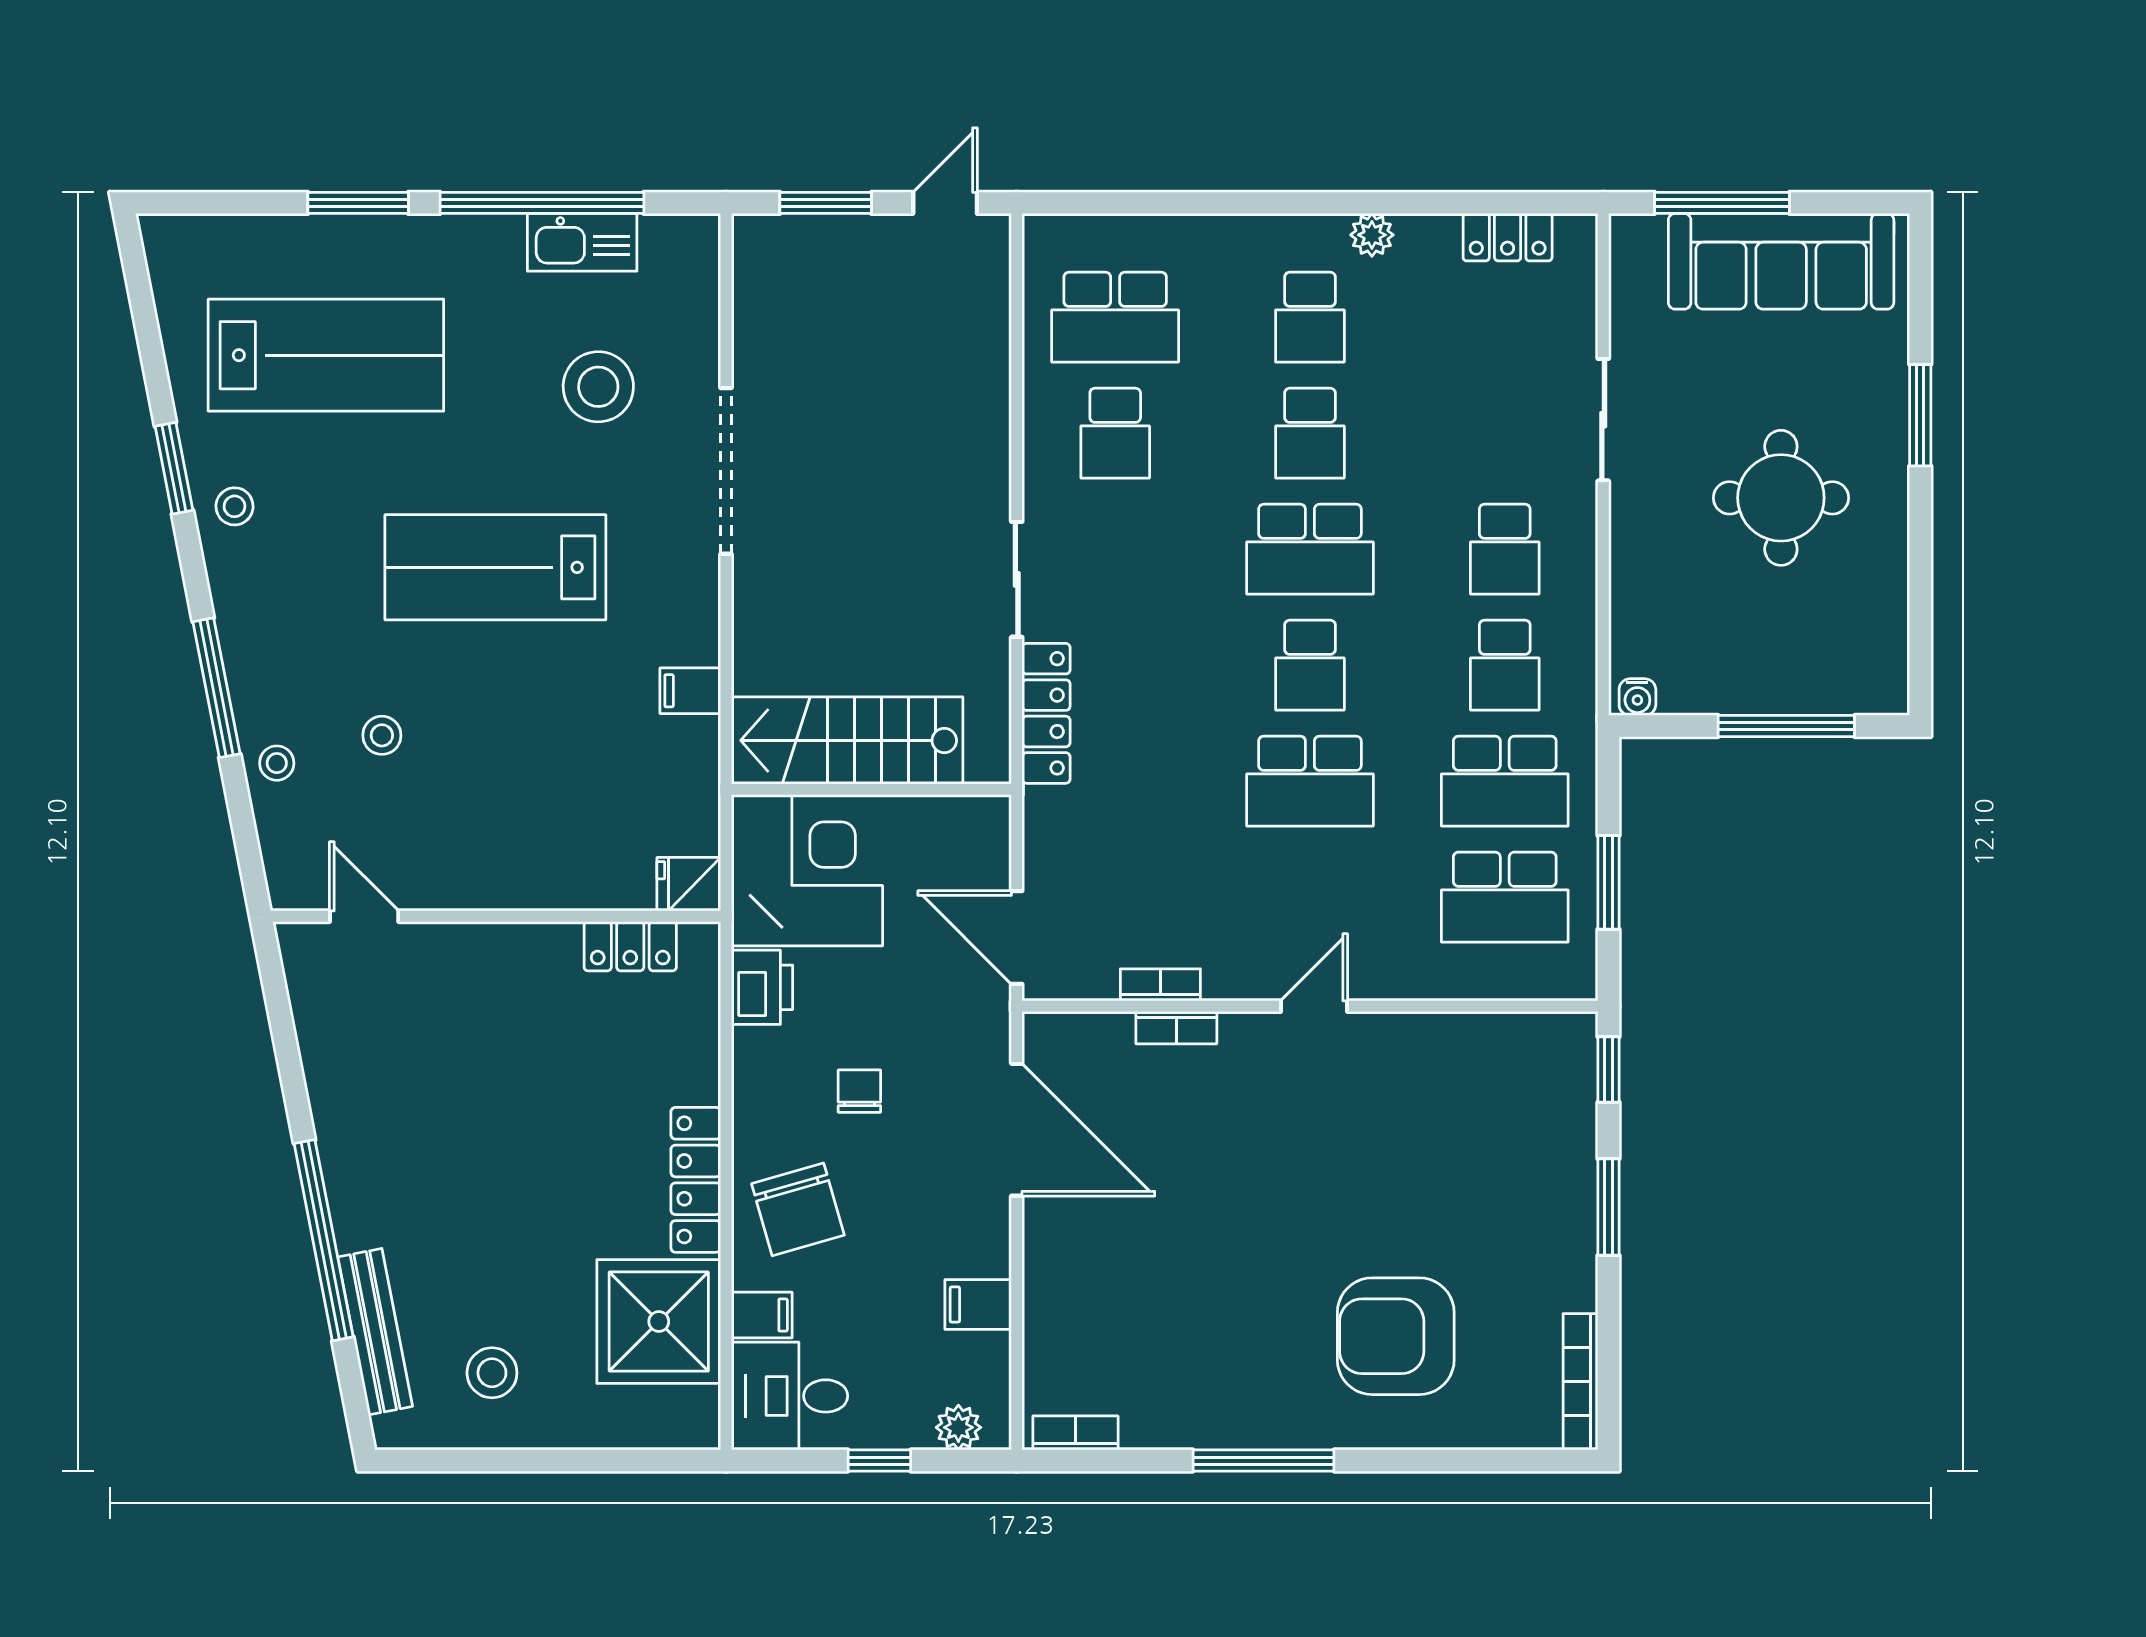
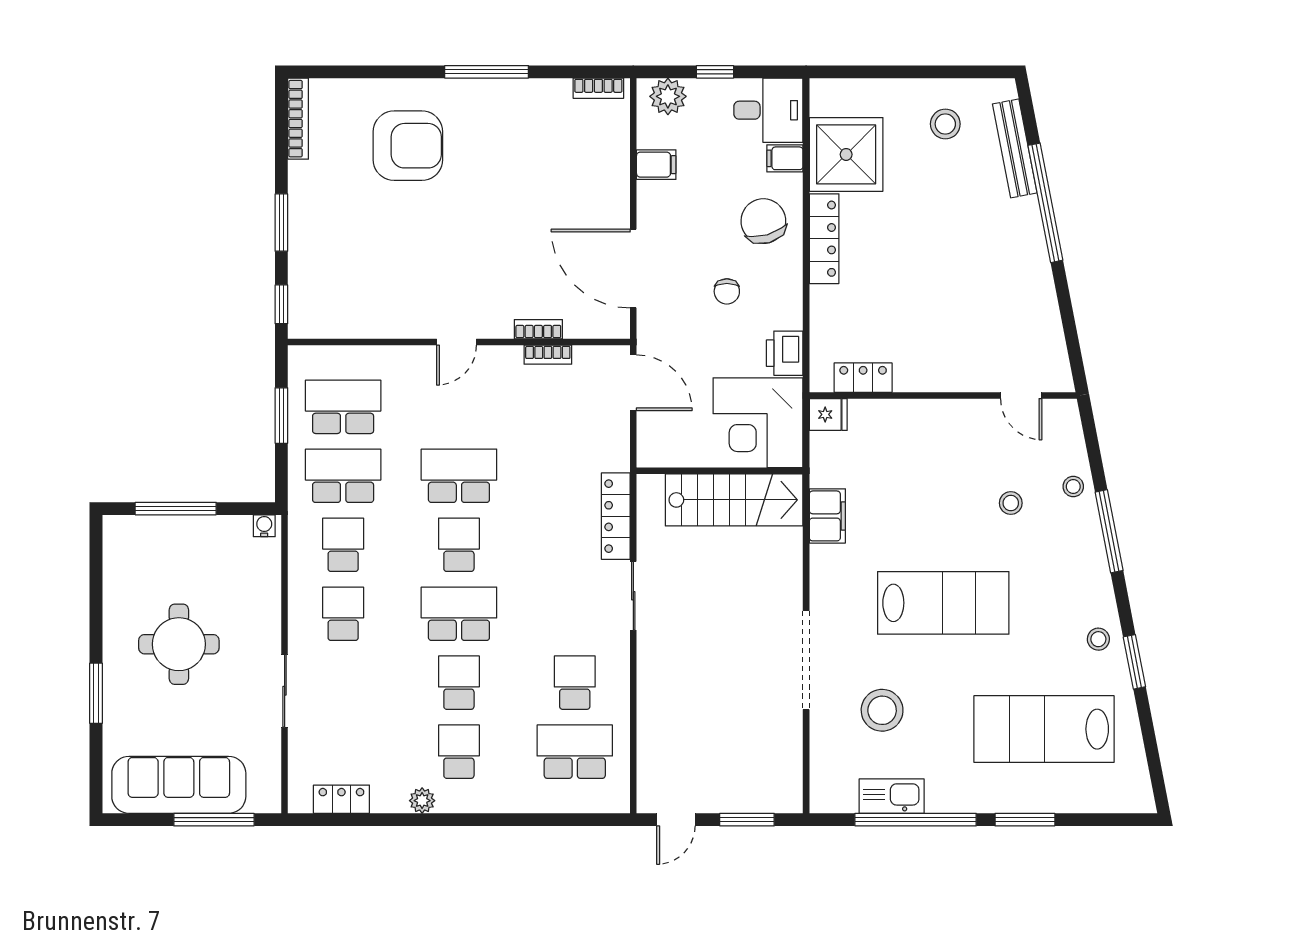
filing cabinet: (690, 691) -> (827, 516), width x2.00
plant: (958, 1427) -> (668, 96), width x1.38, depth x1.38

